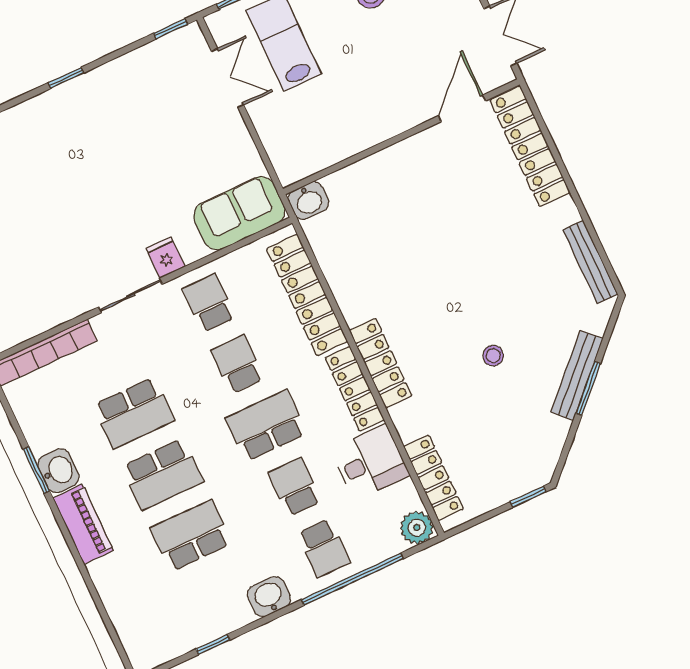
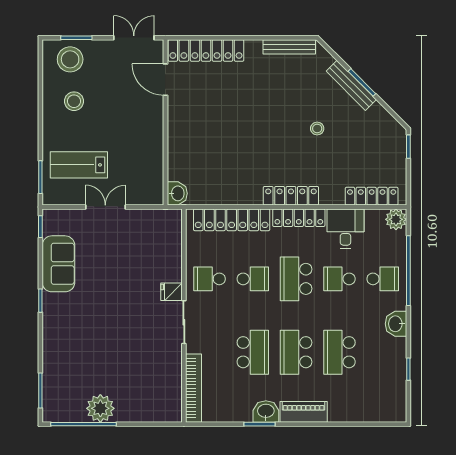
double door: (228, 78) -> (105, 207), moved
sofa: (239, 213) -> (58, 264), moved, turned 180
school desk: (238, 364) -> (253, 279), turned 180
school desk: (162, 474) -> (296, 352), turned 180

